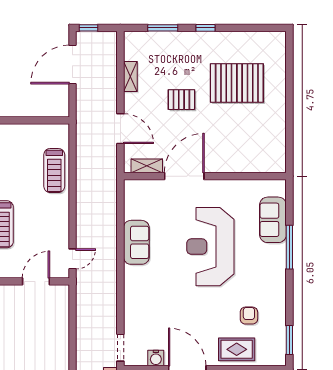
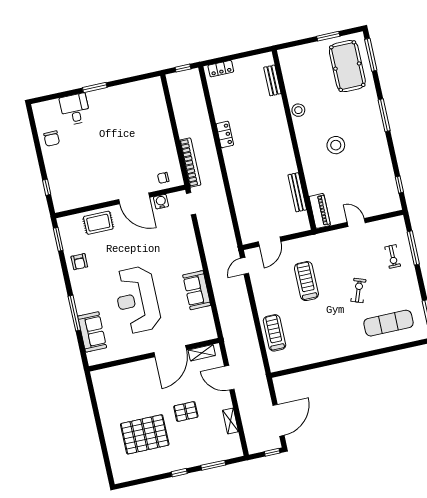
reception desk: (210, 247) -> (137, 300), turned 180
armchair: (249, 316) -> (79, 262), moved

